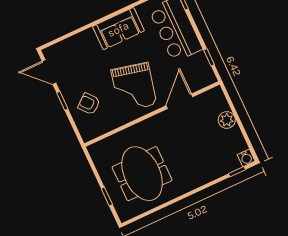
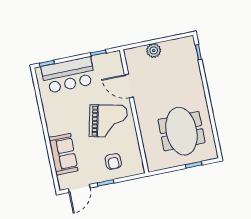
sofa: (118, 29) -> (63, 154), moved
armchair: (89, 104) -> (113, 161), turned -51
water cooler: (246, 158) -> (189, 42), removed
meeting table: (142, 174) -> (182, 131), turned 90

